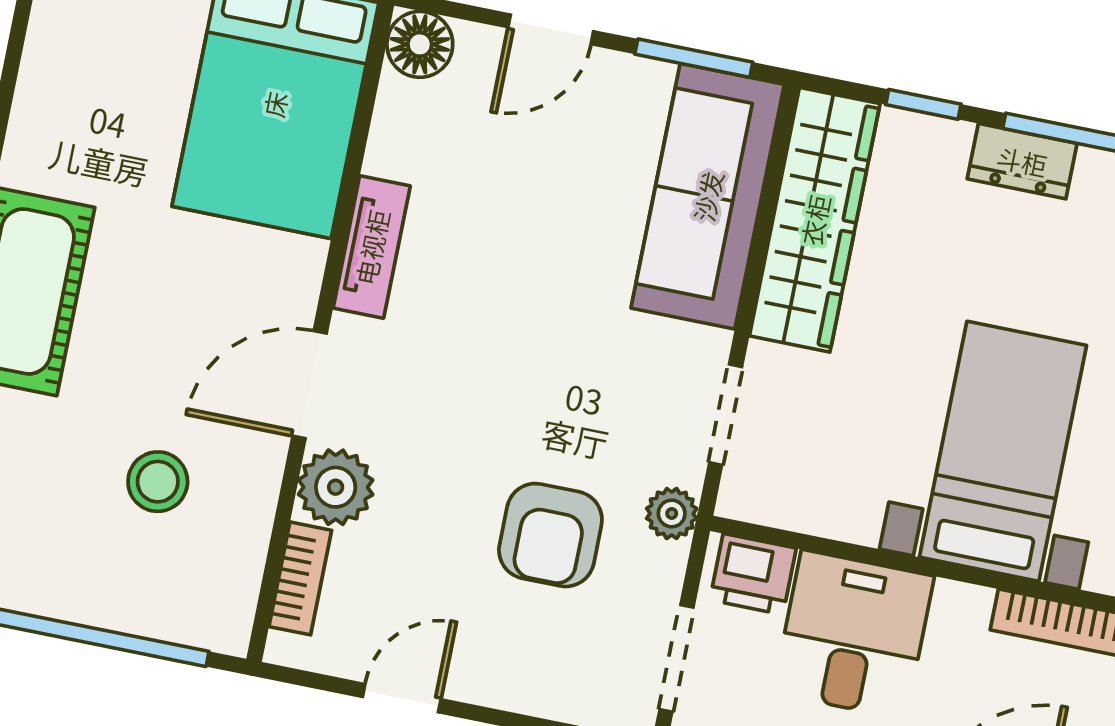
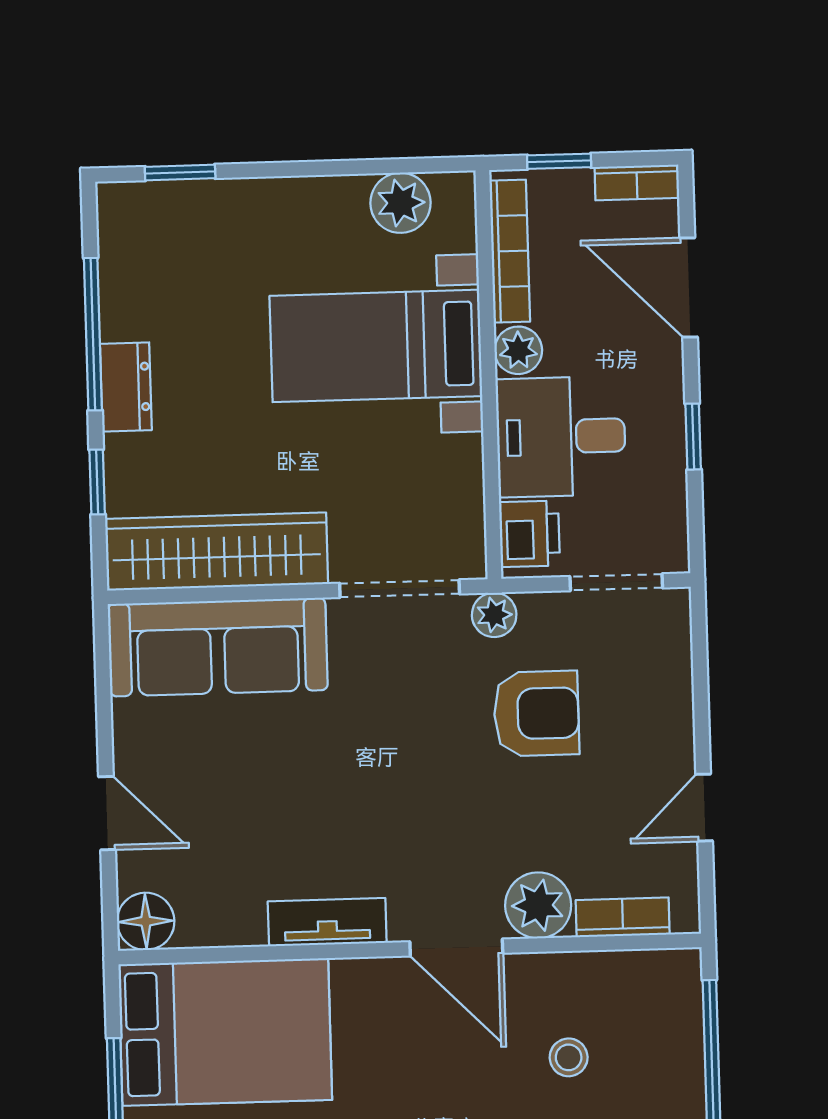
window: (694, 58) -> (103, 686), removed
doorway: (726, 415) -> (400, 589), width x1.38
stool: (158, 482) -> (569, 1057), width x0.73, depth x0.73
plant: (961, 609) -> (518, 350), added
door: (402, 698) -> (704, 808), hinge flipped

